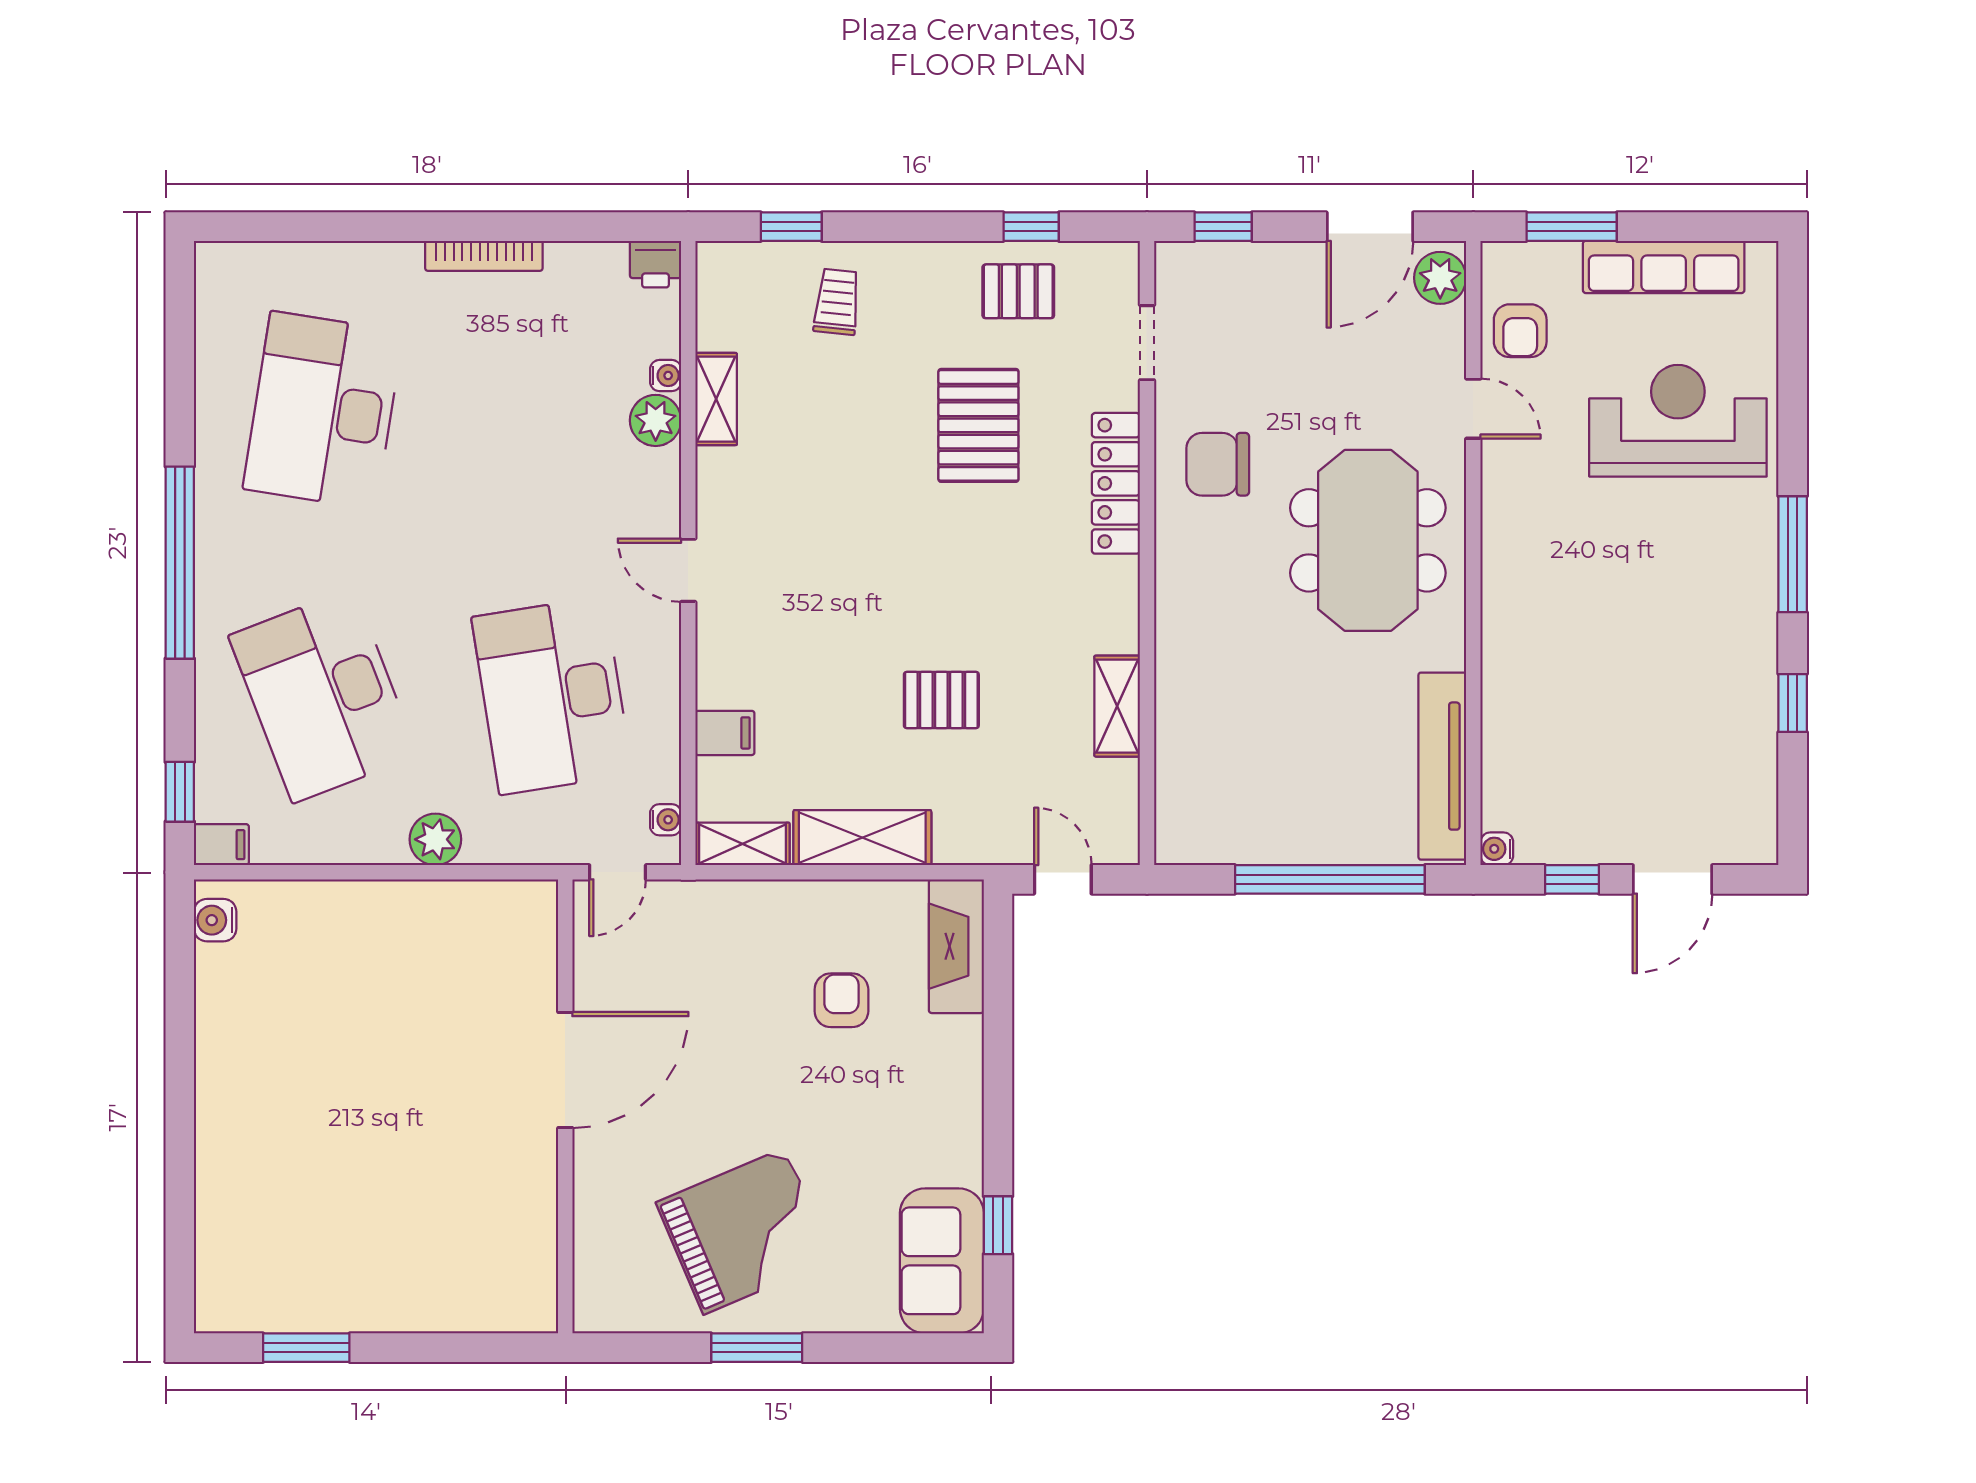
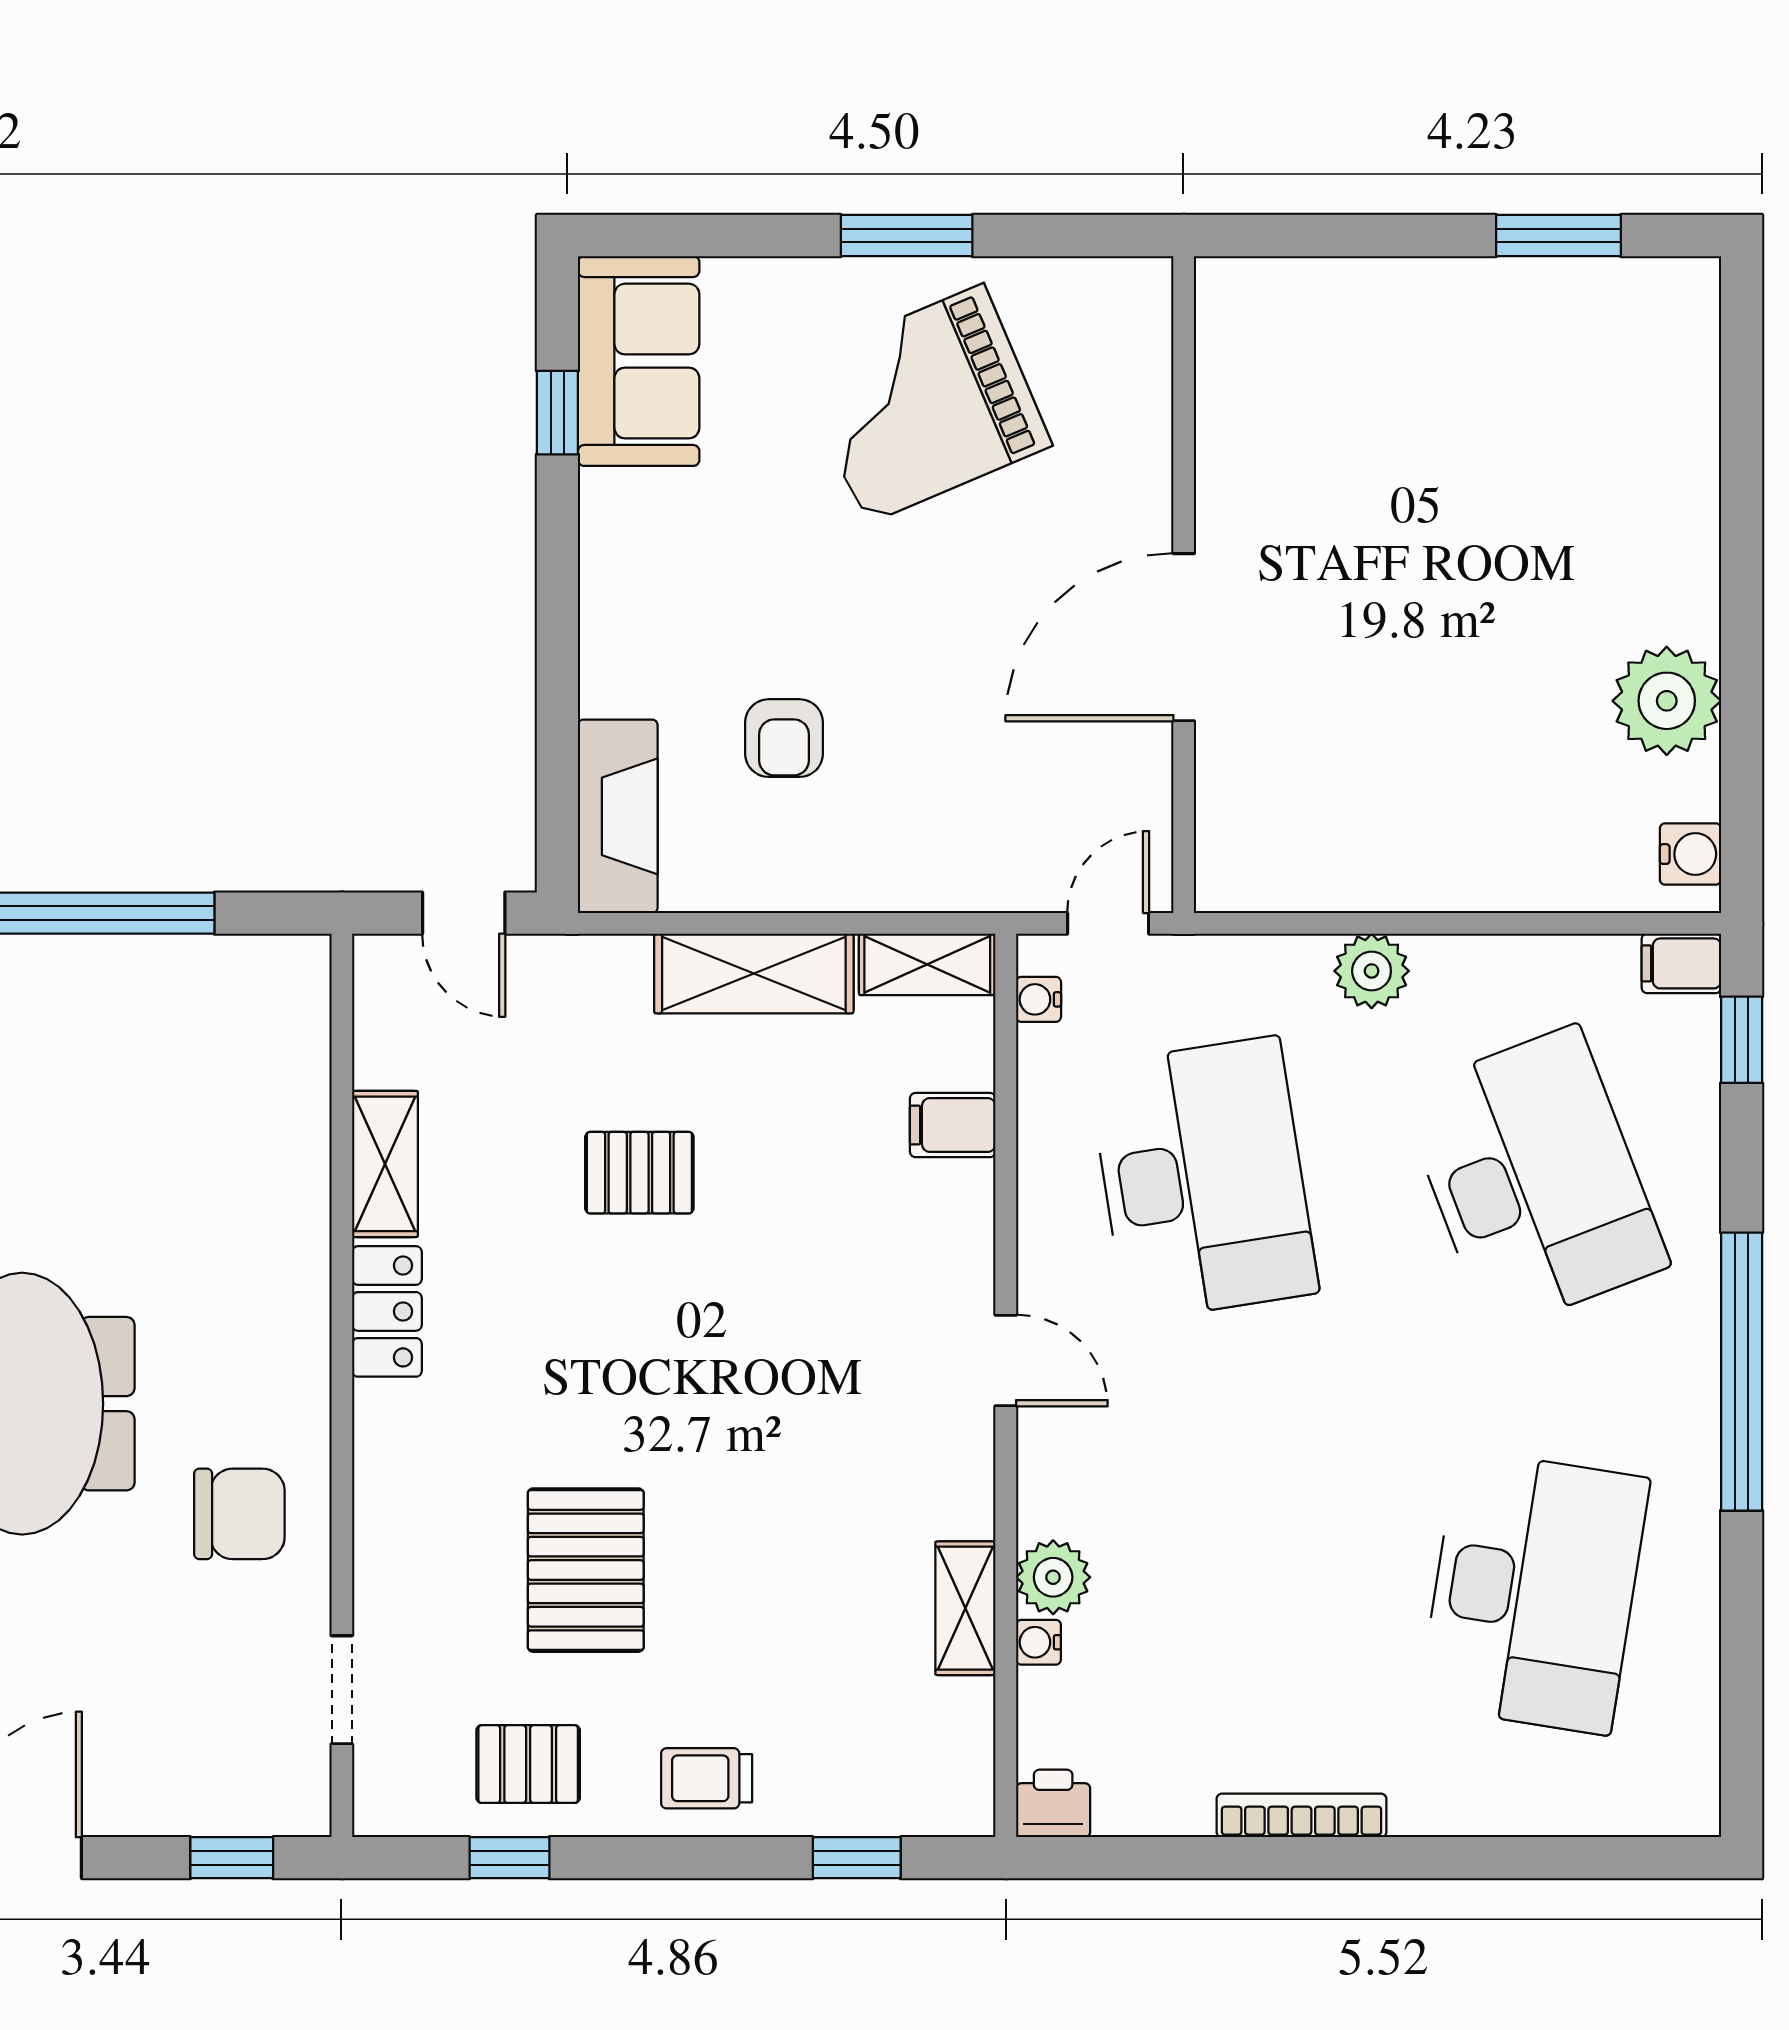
trolley: (837, 302) -> (707, 1778), moved, turned 84
locker: (1116, 483) -> (387, 1311), moved, width x0.66
plant: (231, 1026) -> (1667, 701), added

